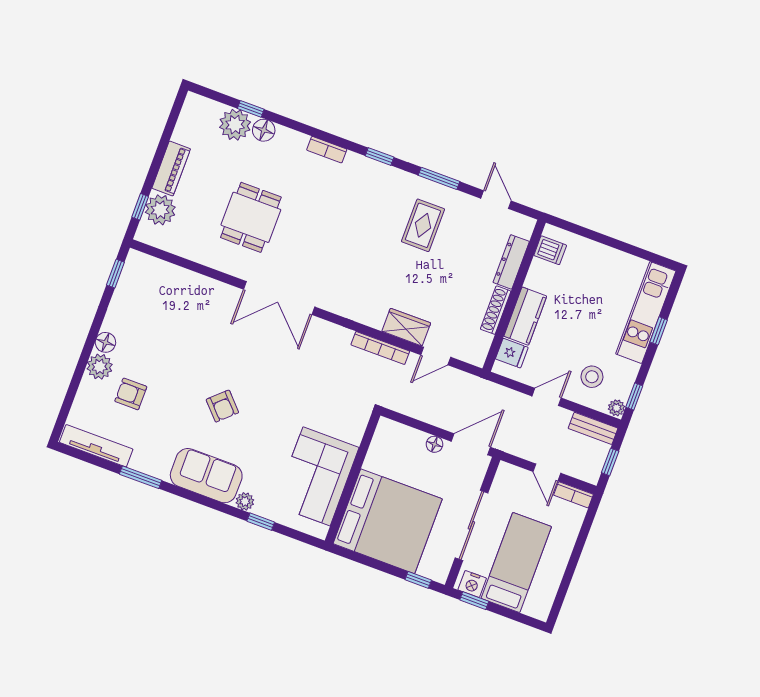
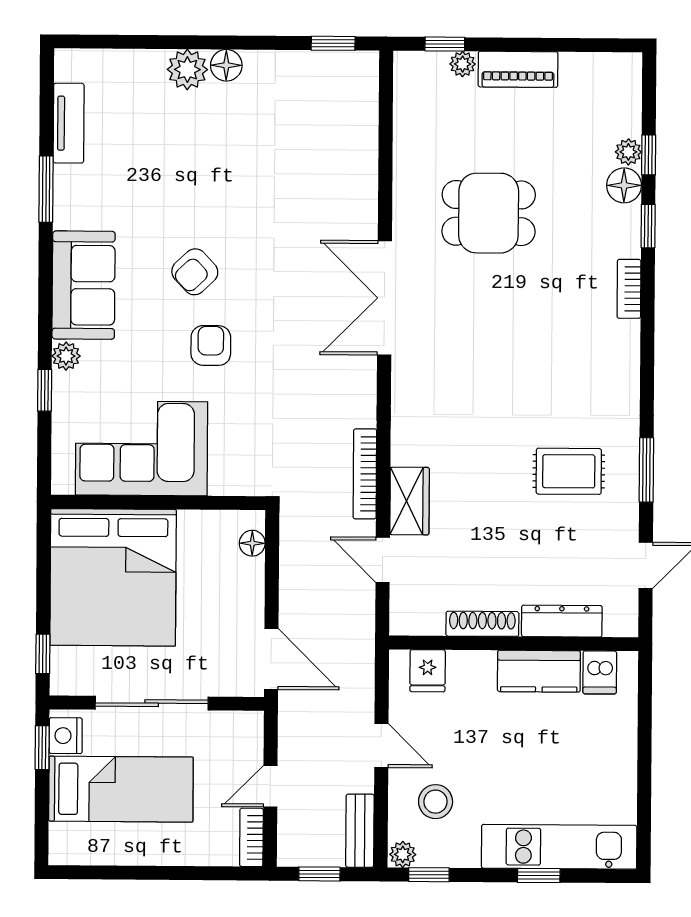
plant: (235, 125) -> (628, 152), width x0.53, depth x0.53
window: (380, 156) -> (648, 226), moved
plant: (160, 210) -> (463, 64), width x0.53, depth x0.53
kitchen counter: (525, 316) -> (539, 671), moved
armchair: (131, 394) -> (211, 345), moved
floor lamp: (434, 444) -> (252, 543), moved
tv unit: (96, 446) -> (69, 123), width x0.71

